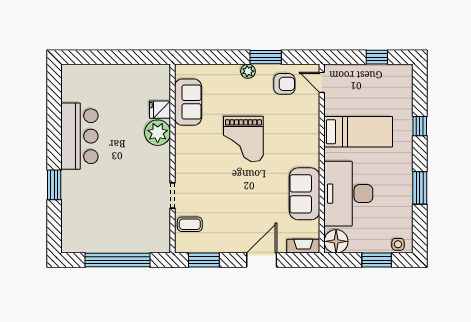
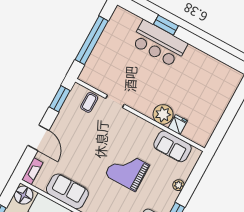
plant: (248, 71) -> (178, 185), moved
bar counter: (79, 136) -> (159, 44), moved

